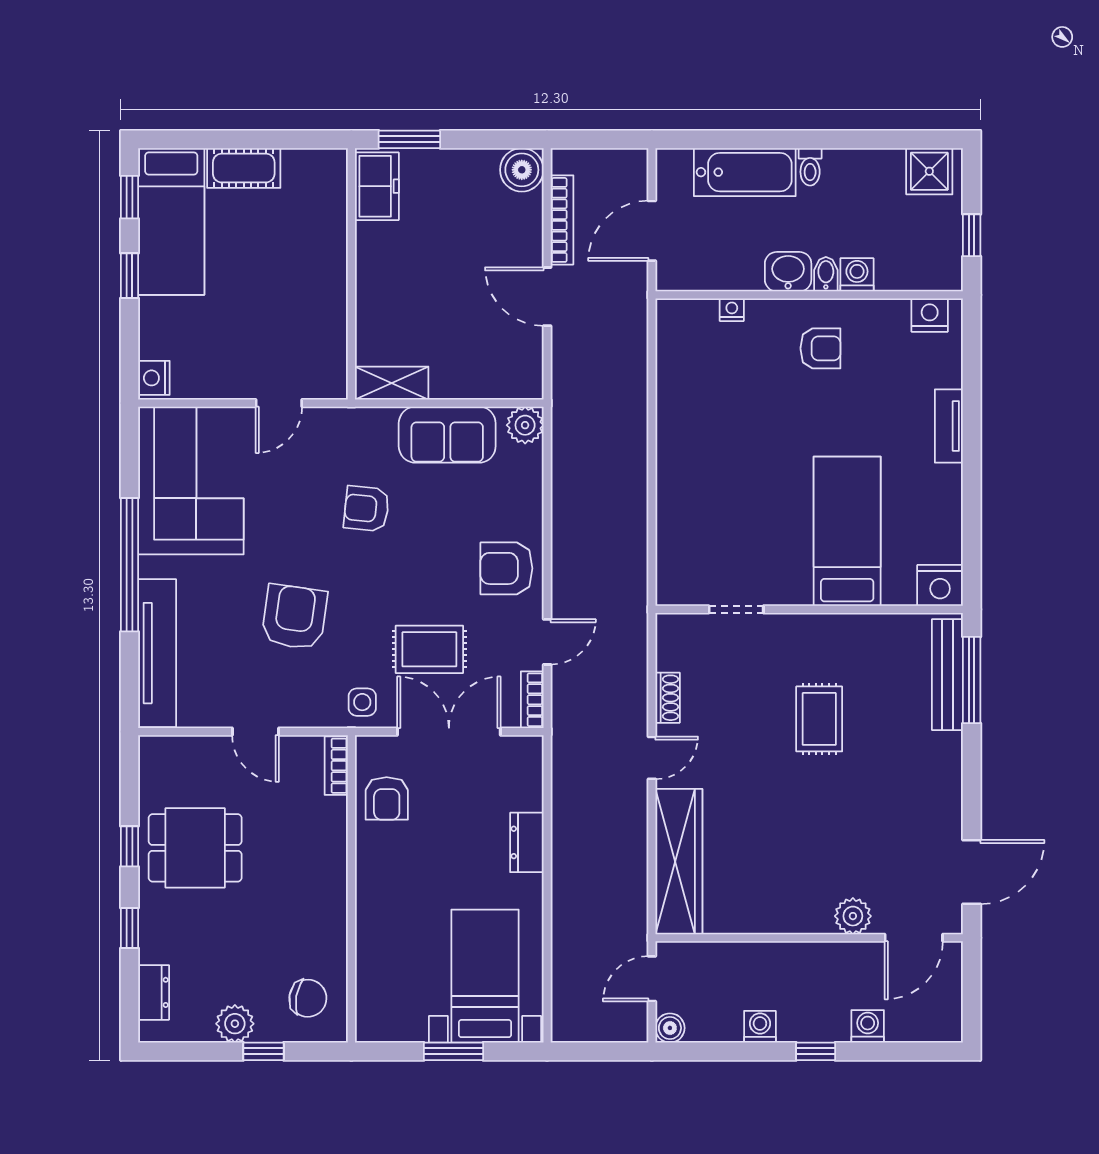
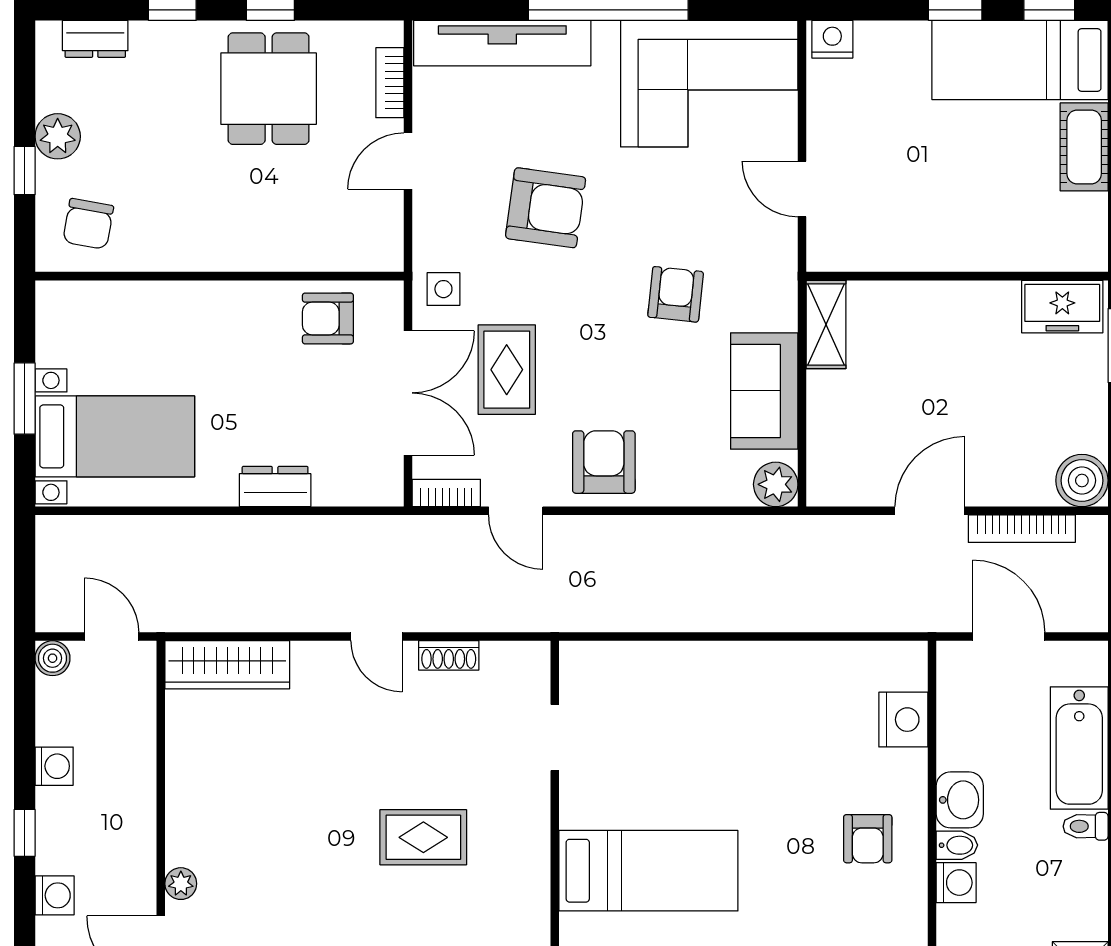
nightstand: (732, 310) -> (903, 720), width x1.89, depth x1.79
bookcase: (336, 766) -> (390, 83), moved, turned -90
wardrobe: (679, 862) -> (227, 665), width x0.71, depth x0.85
plant: (853, 916) -> (181, 884), width x0.73, depth x0.73

